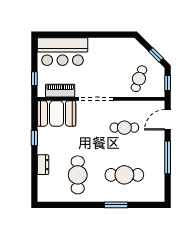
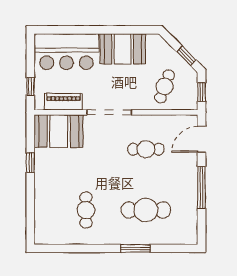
booth: (106, 49) -> (123, 49), added
dresser: (43, 165) -> (41, 197), removed
cafe table: (78, 175) -> (86, 210), width x0.73, depth x0.74

